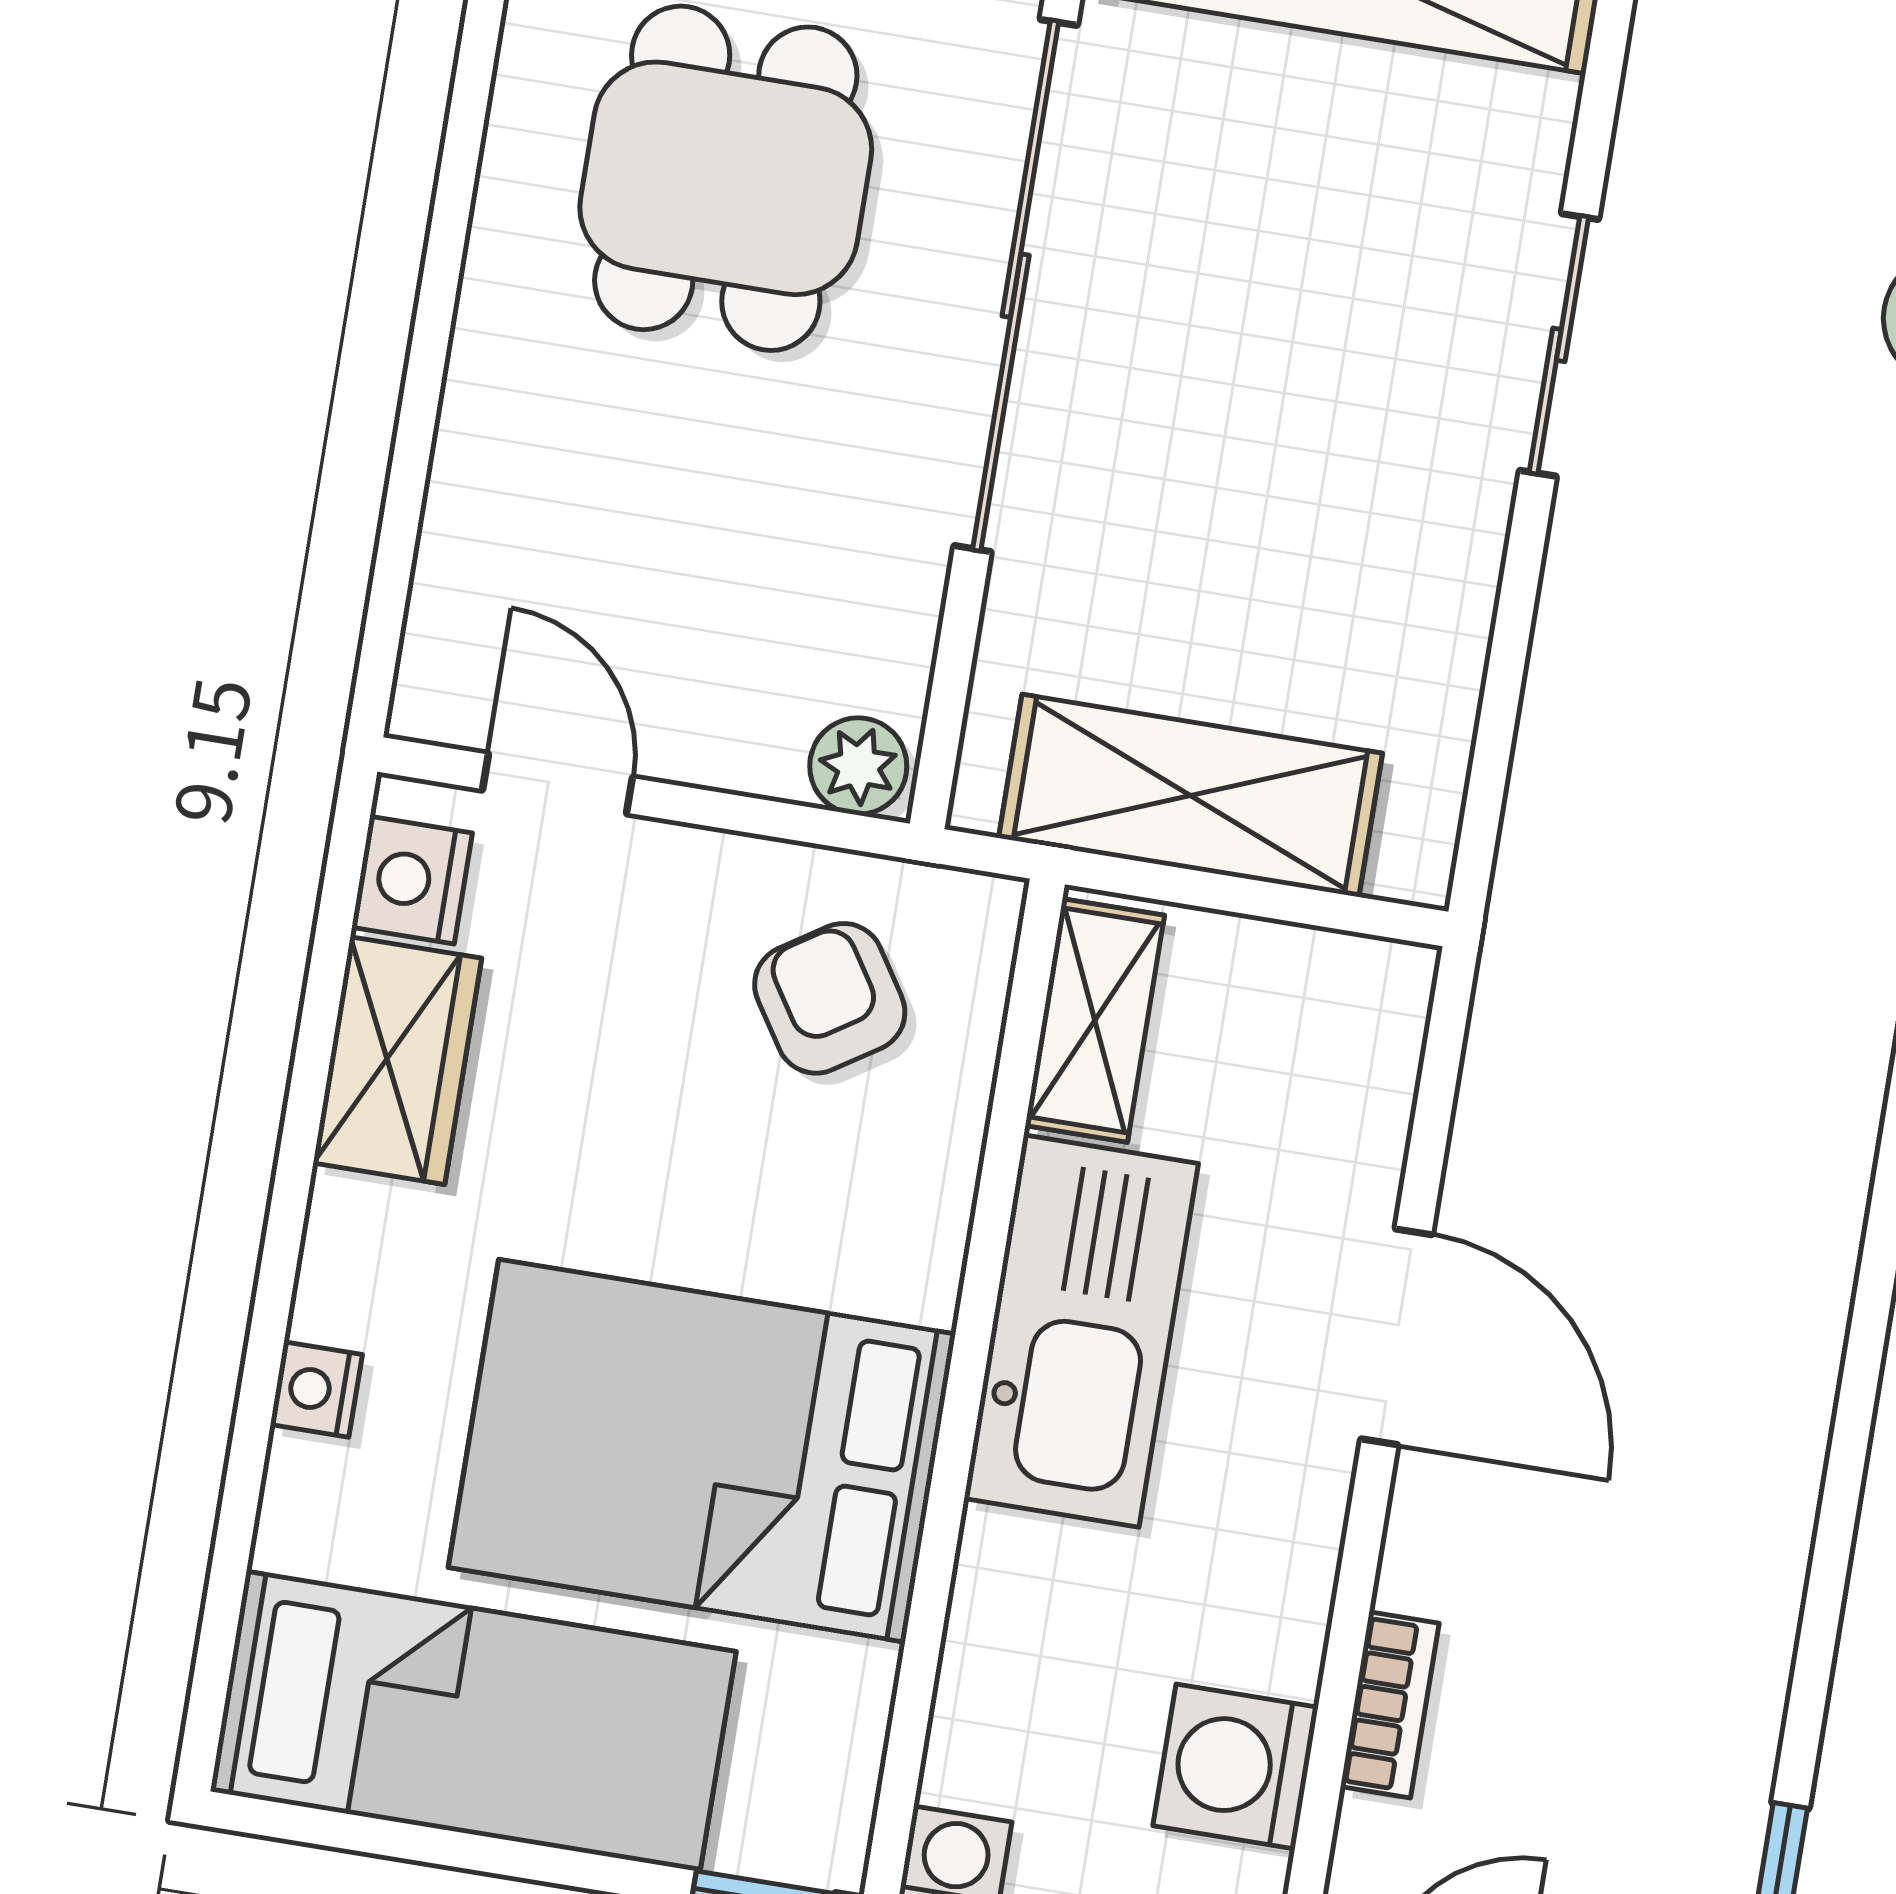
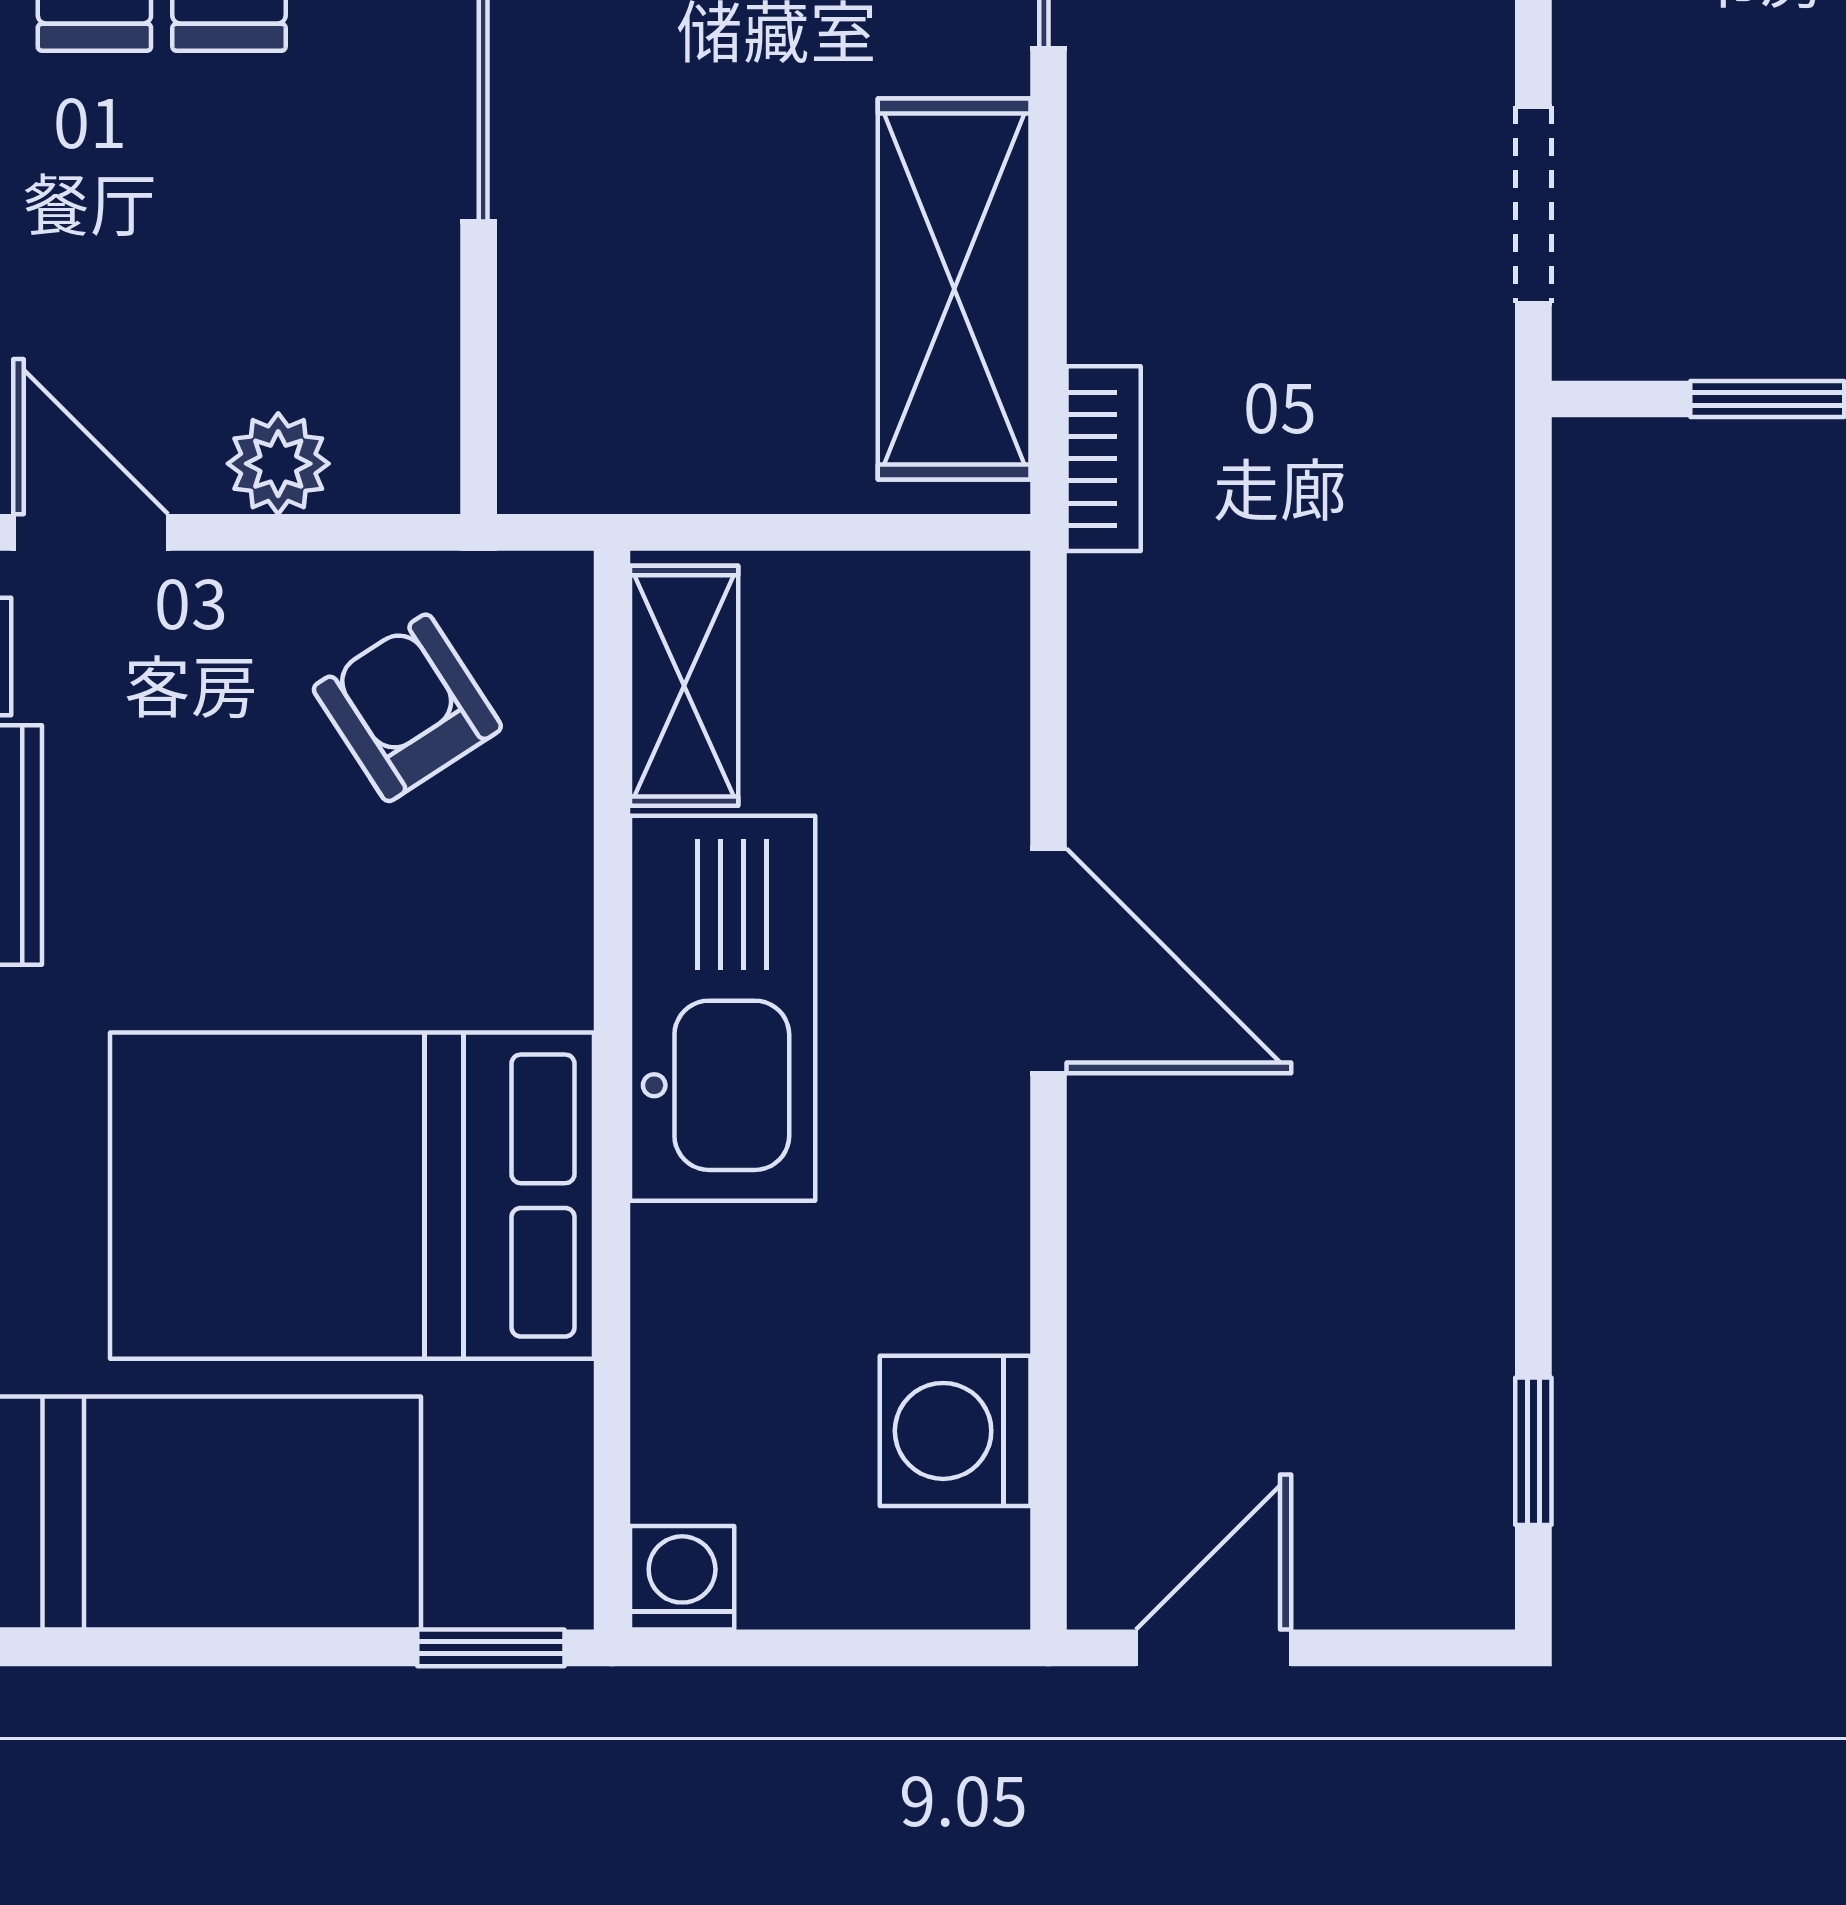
plant: (858, 766) -> (278, 464), moved
shelving: (1190, 796) -> (954, 289), moved, turned 90
bookcase: (1390, 1705) -> (1104, 459), moved

